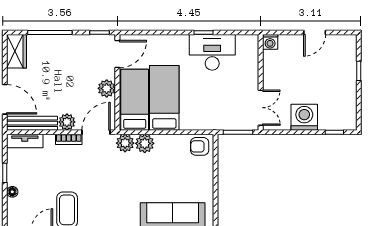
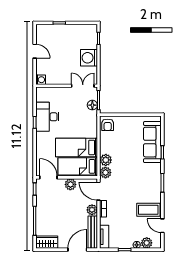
floor lamp: (230, 123) -> (92, 105), added
plant: (15, 207) -> (147, 243), added

